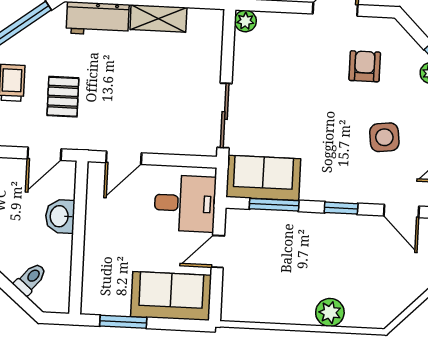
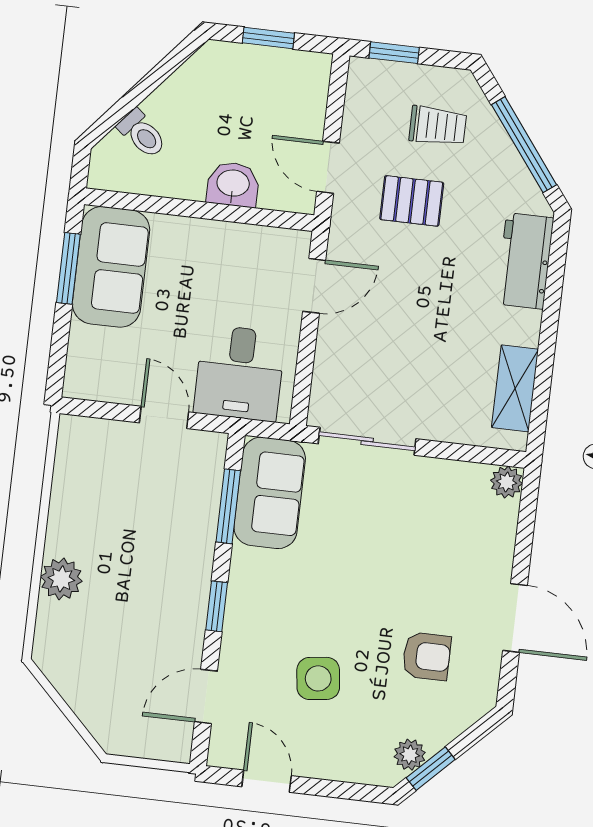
shelving: (158, 18) -> (515, 388), moved
door: (124, 158) -> (314, 286), swing flipped
sofa: (171, 296) -> (111, 267), moved

